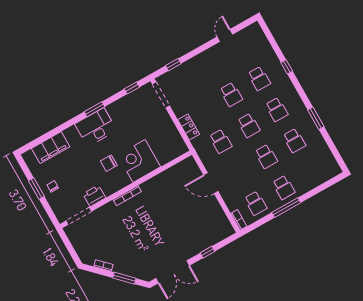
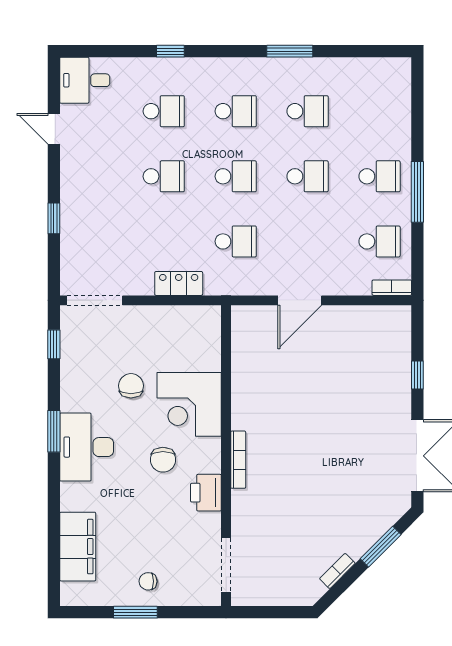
desk: (253, 37) -> (85, 80), added
window: (173, 65) -> (54, 218), moved
chair: (133, 131) -> (131, 386), added
printer: (94, 196) -> (206, 493), moved

